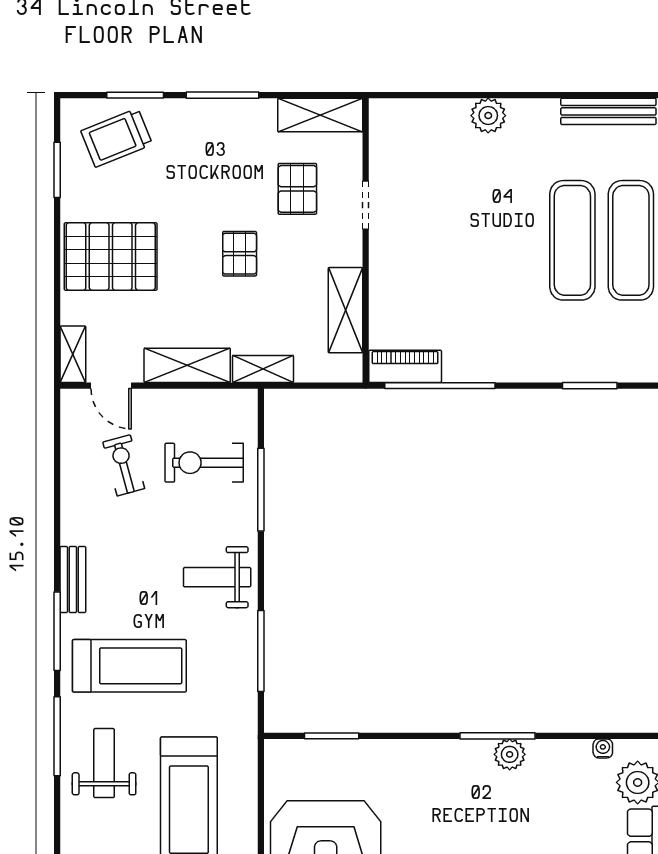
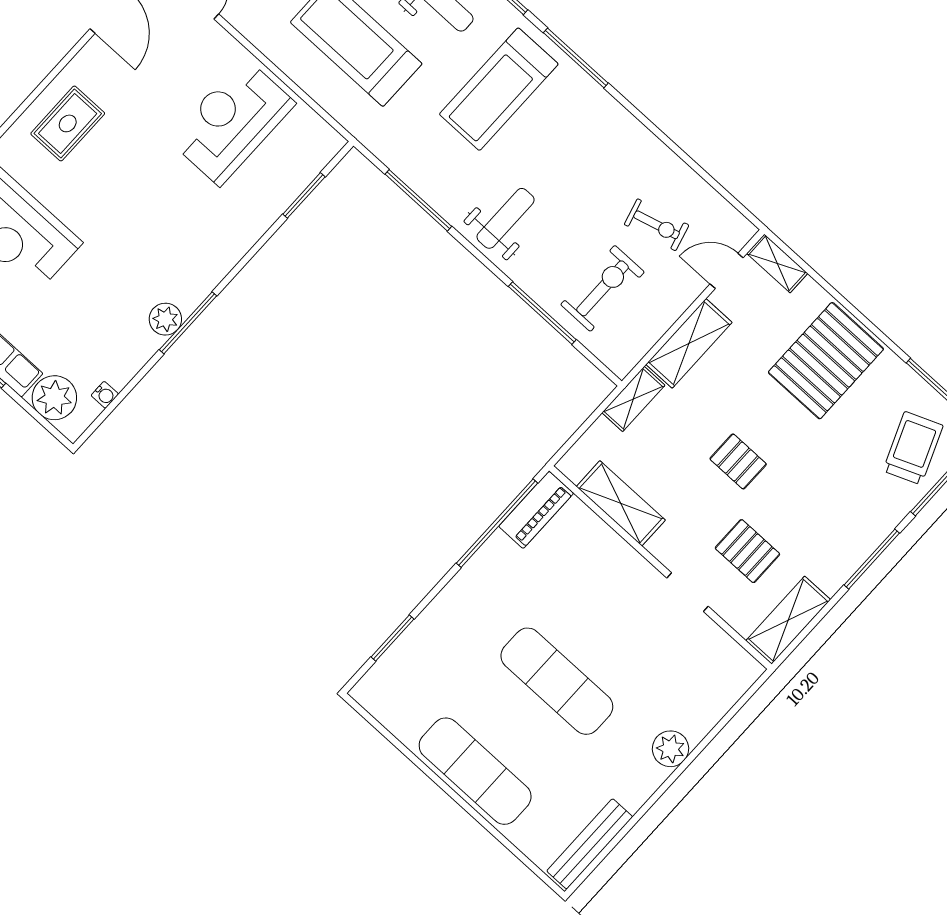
exercise mat: (572, 240) -> (557, 681), moved
bench: (73, 580) -> (604, 106), removed

